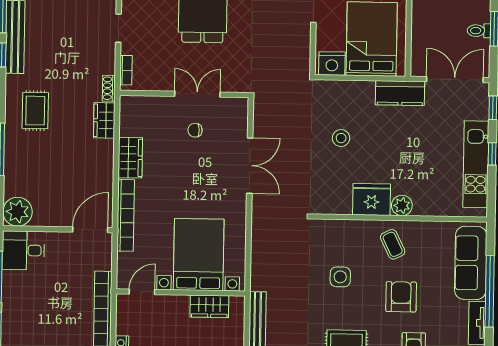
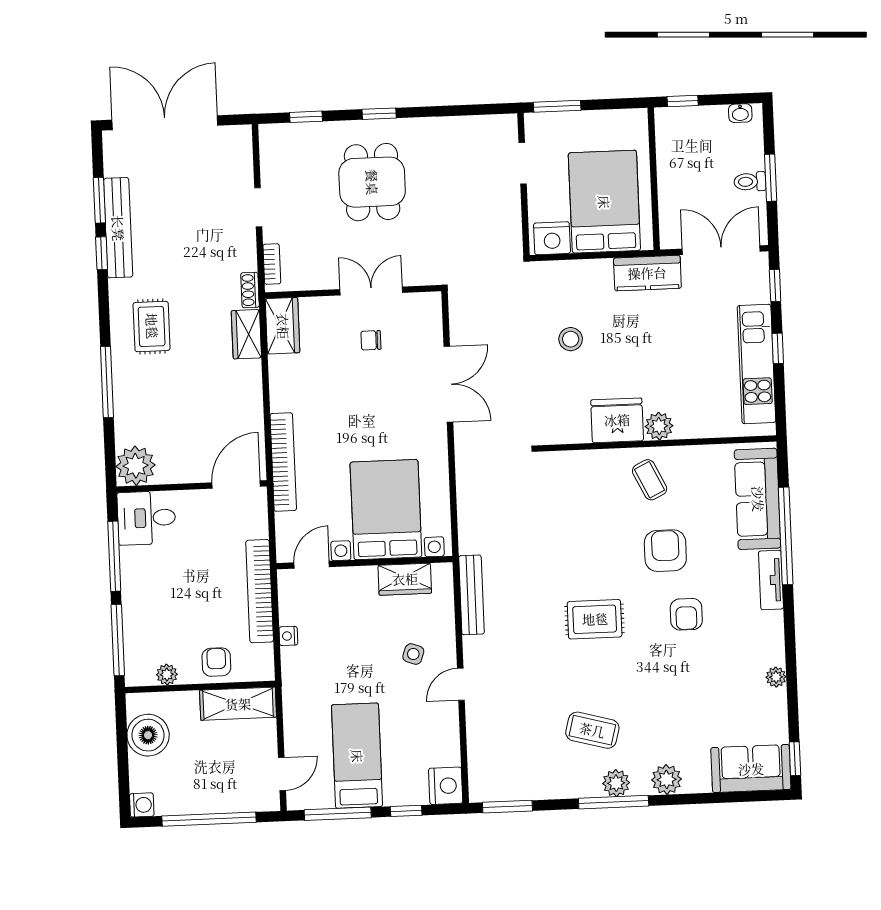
wardrobe: (130, 158) -> (283, 326), moved
side table: (340, 277) -> (581, 528), removed

